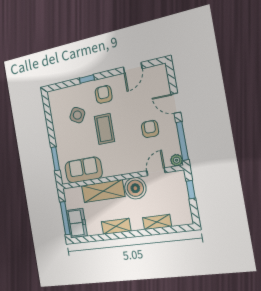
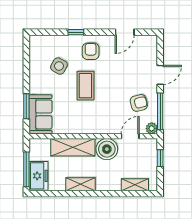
door: (176, 103) -> (160, 75), swing flipped
armchair: (150, 129) -> (139, 103), moved, turned 76
sofa: (83, 170) -> (40, 114), moved, turned 90
shelving: (157, 222) -> (135, 185), moved

